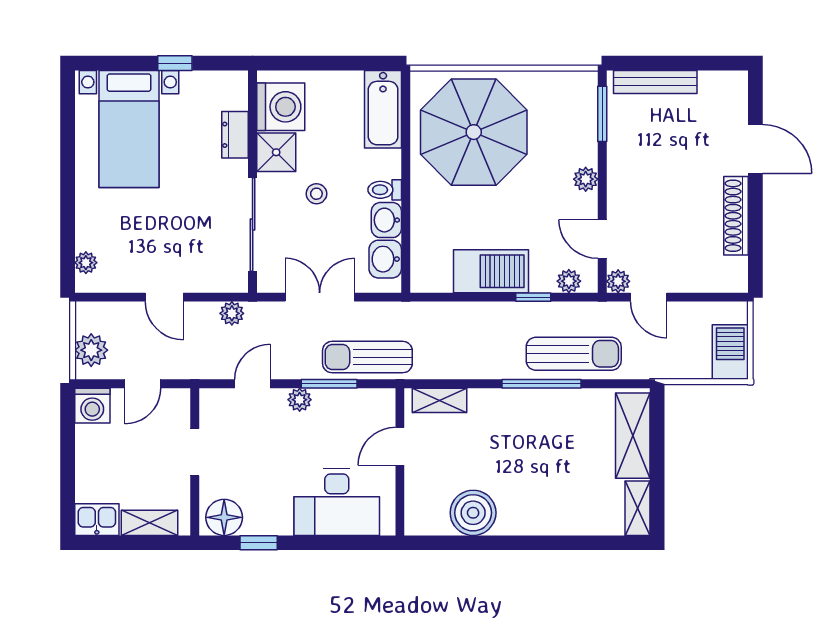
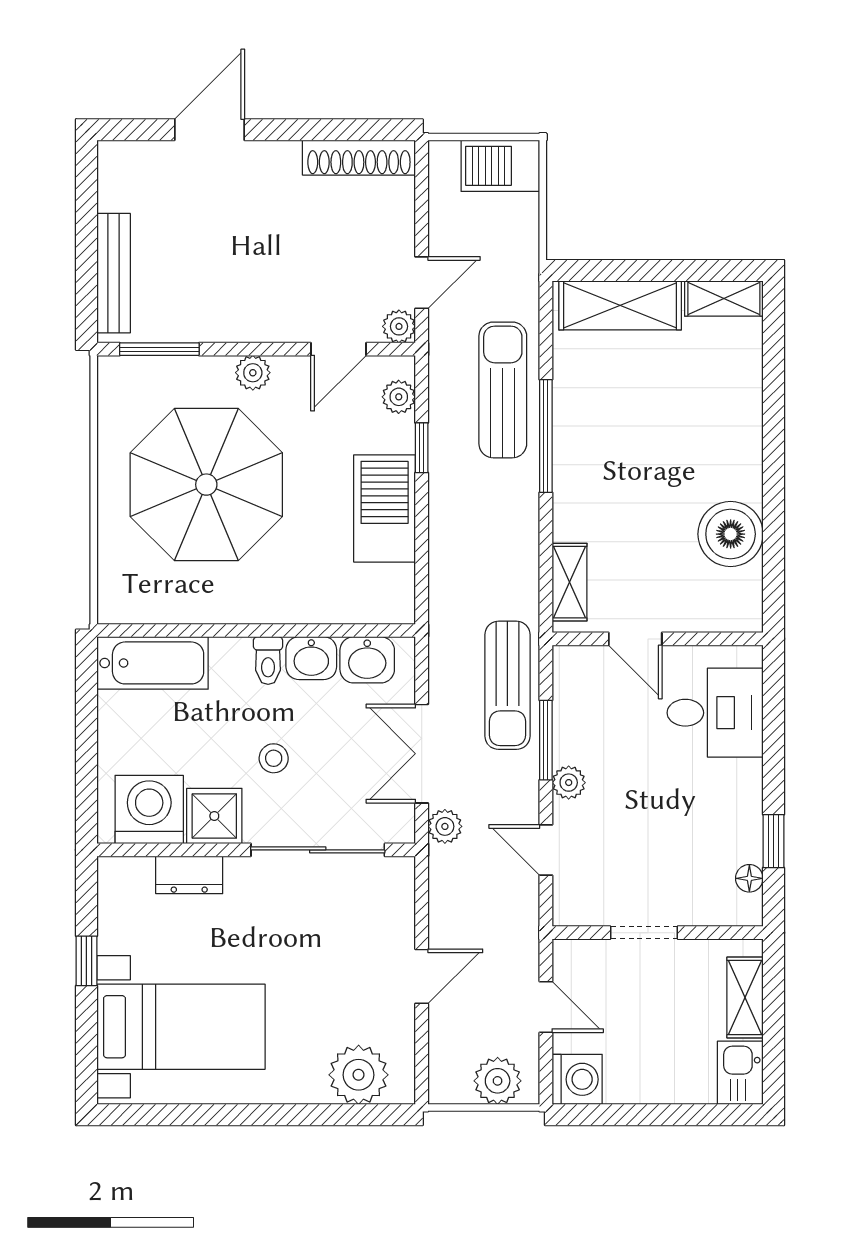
parasol: (474, 132) -> (206, 485), moved
shoe rack: (736, 216) -> (359, 158), moved
plant: (86, 263) -> (359, 1075), width x1.88, depth x1.88
plant: (232, 313) -> (445, 826), moved
desk: (337, 502) -> (715, 713), width x0.73
floor lamp: (224, 517) -> (749, 878), width x0.53, depth x0.53

